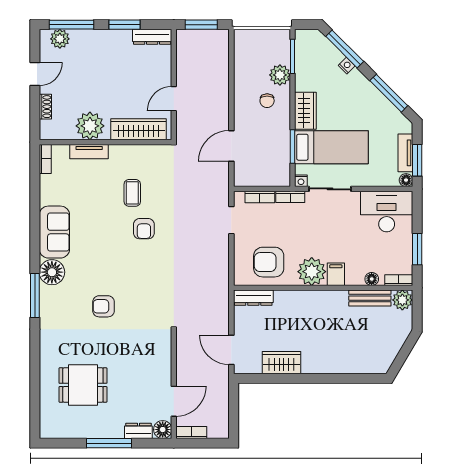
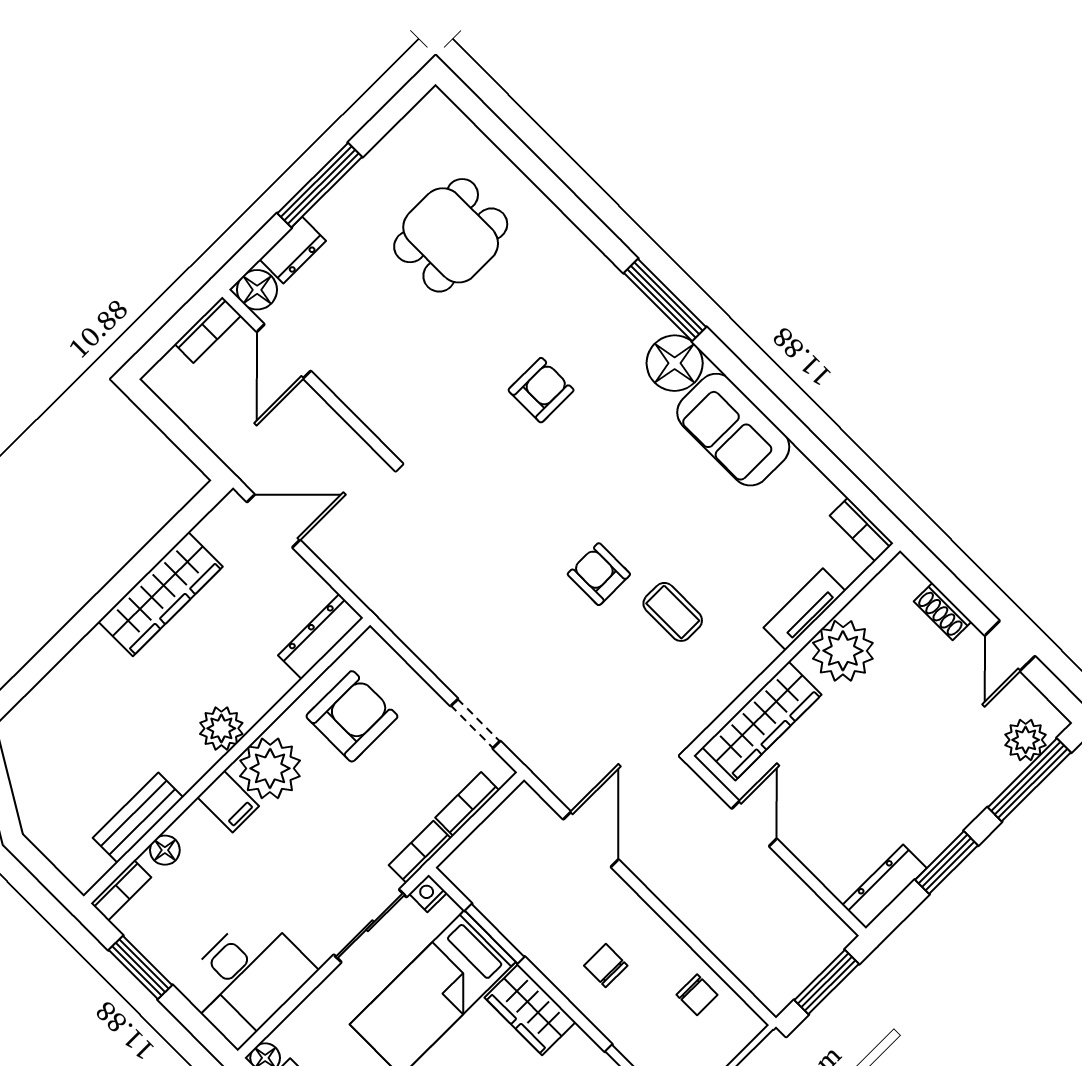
chair: (247, 62) -> (697, 995), added
plant: (280, 75) -> (626, 1026), removed
plant: (402, 300) -> (221, 728), moved
wardrobe: (281, 363) -> (161, 594), width x1.50

